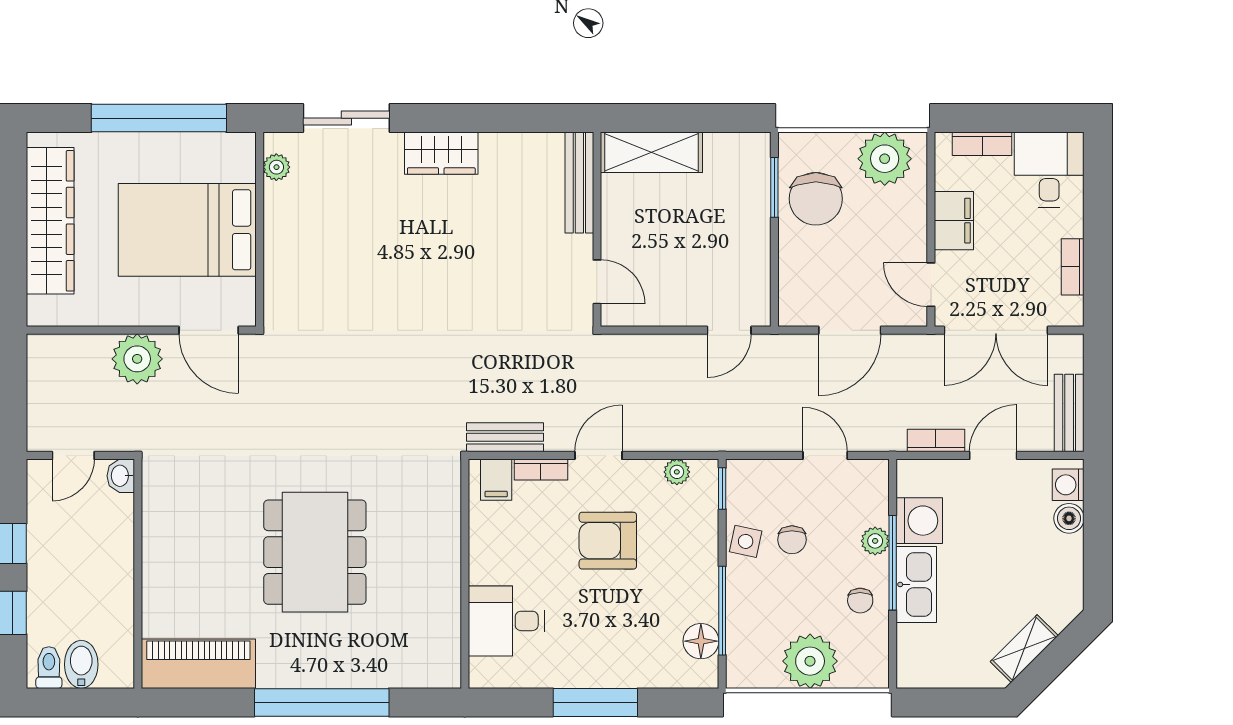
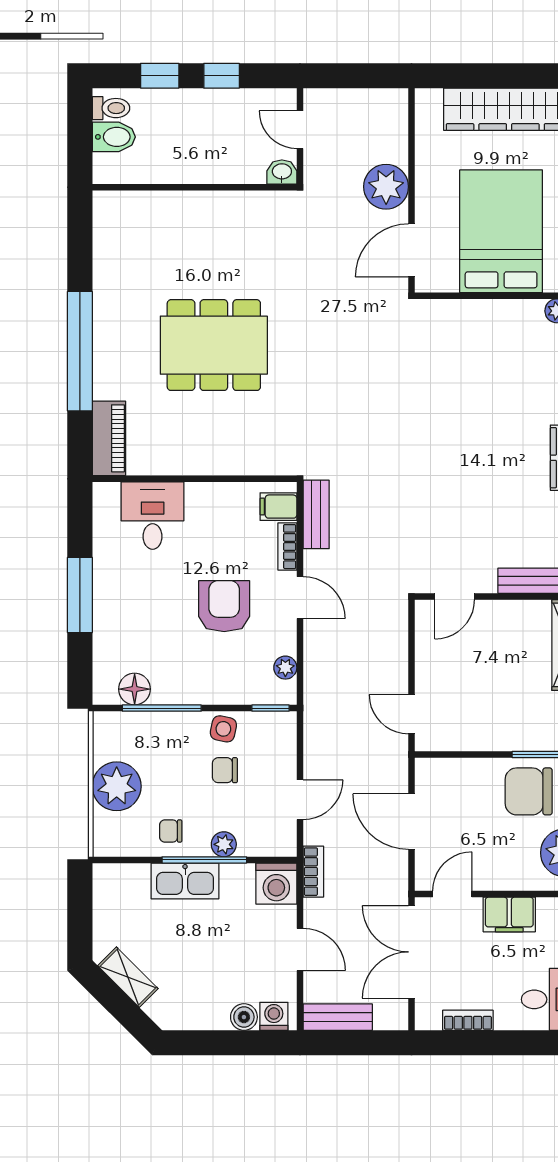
bookcase: (936, 441) -> (313, 872), moved
washing machine: (919, 521) -> (276, 884), moved
piano: (198, 664) -> (109, 438), moved, width x0.73, depth x0.75

